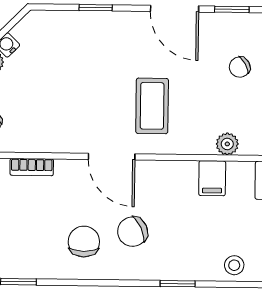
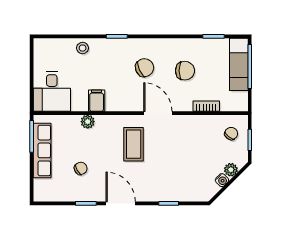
chair: (84, 242) -> (185, 71), moved, turned -90

